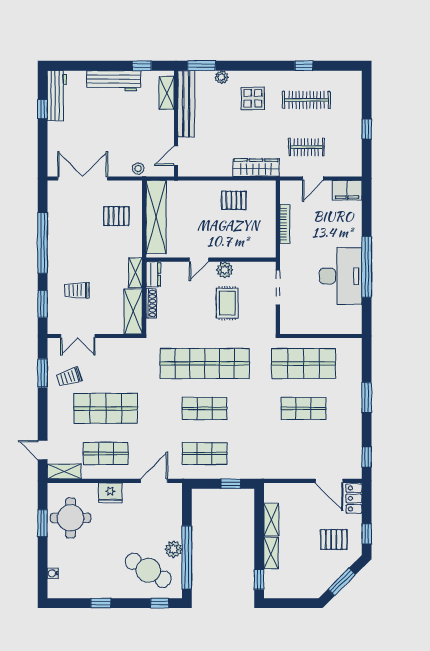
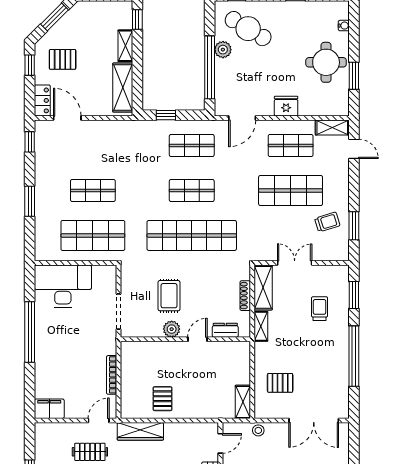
door: (313, 178) -> (99, 421), moved
pallet: (234, 200) -> (163, 399), turned 90
shelving: (156, 217) -> (243, 402), width x0.45, depth x0.75
dresser: (153, 274) -> (225, 330), moved, turned 90
desk: (341, 276) -> (63, 286), moved, turned 90
trolley: (77, 290) -> (320, 309), turned -90
double door: (78, 336) -> (295, 263), moved
round table: (71, 518) -> (326, 62), moved
shelving: (271, 520) -> (123, 88), width x1.50, depth x1.33
window: (187, 557) -> (210, 67), moved

